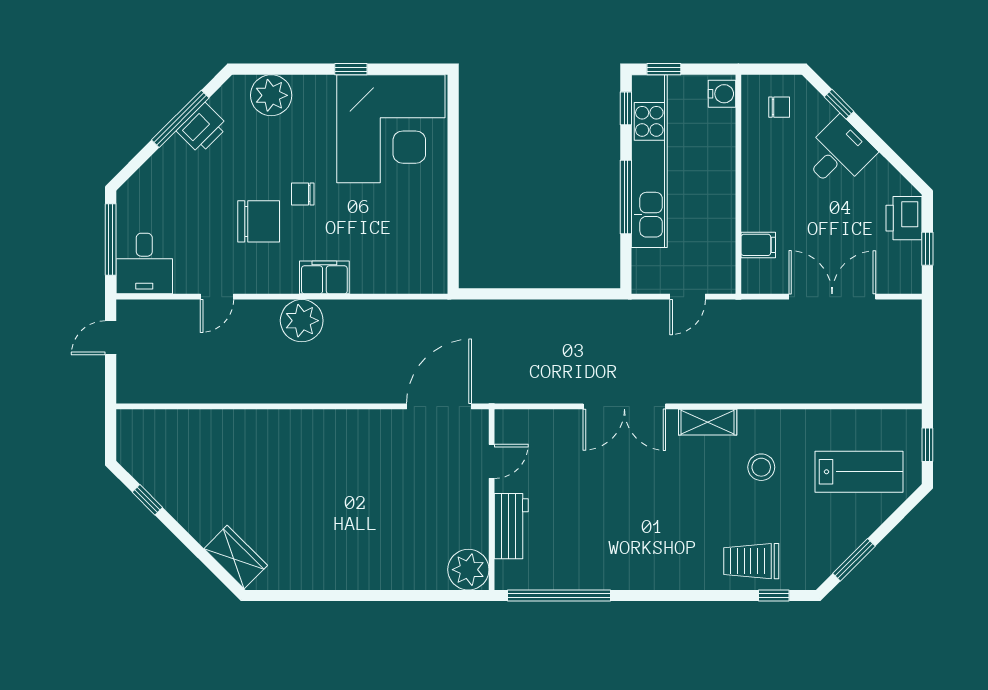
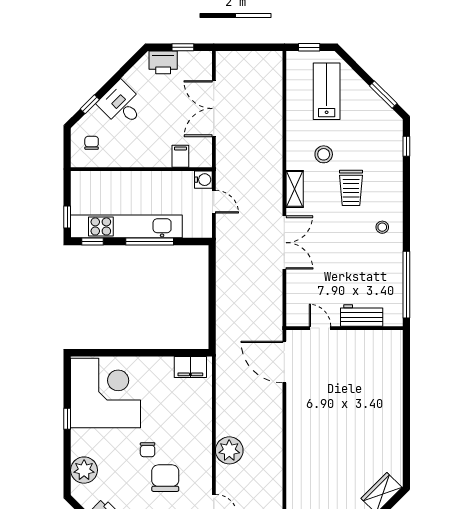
water cooler: (722, 94) -> (203, 180), moved, turned 90
filing cabinet: (324, 277) -> (190, 367), moved, turned -90
stool: (648, 558) -> (382, 227), added
trolley: (751, 561) -> (351, 188), moved
plant: (468, 570) -> (390, 343), removed

